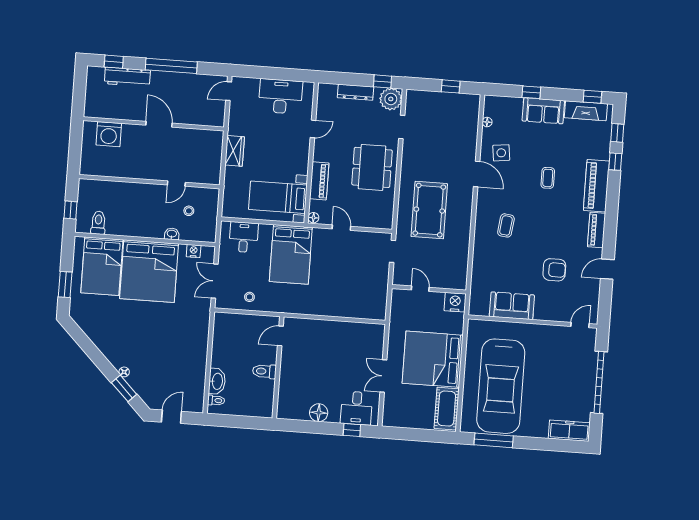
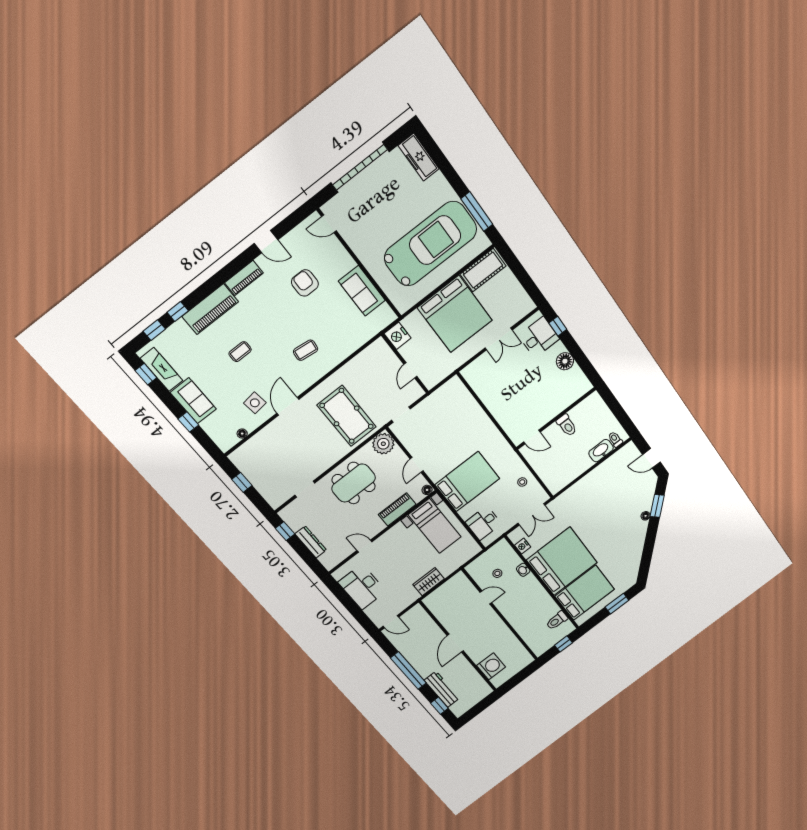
plant: (391, 99) -> (383, 444), moved
pool table: (429, 210) -> (347, 416), turned 90

